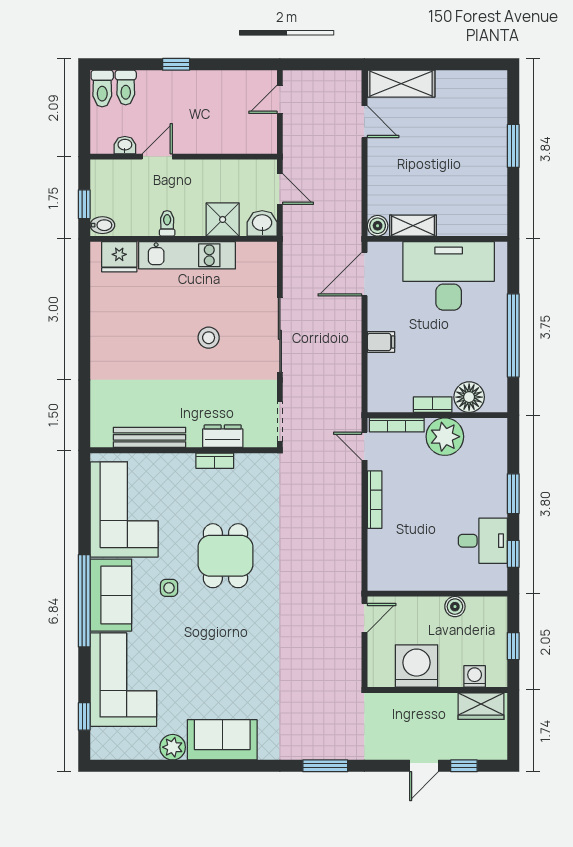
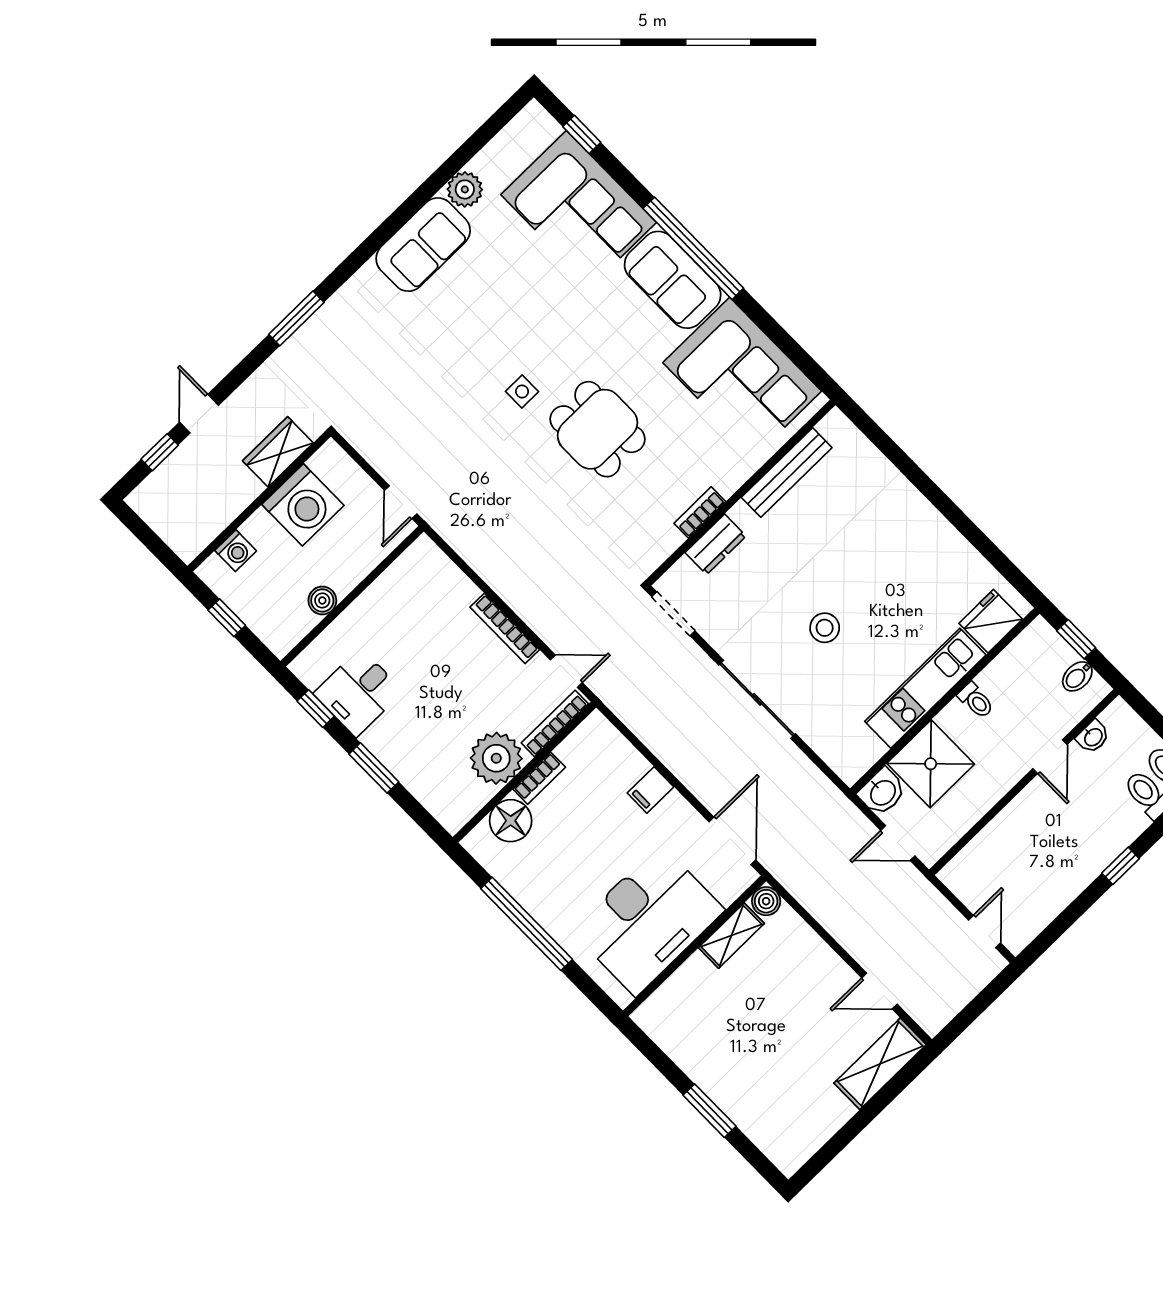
shower: (223, 219) -> (931, 764), width x1.36, depth x1.36
bidet: (102, 225) -> (1077, 676), moved
side table: (169, 588) -> (522, 391), moved
wardrobe: (481, 706) -> (278, 452), moved

